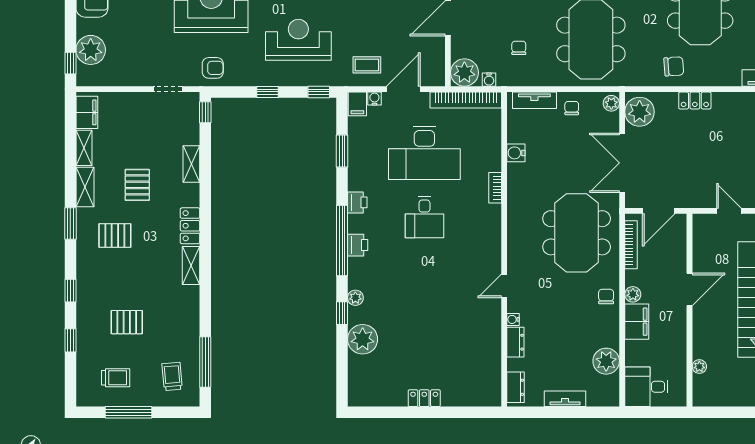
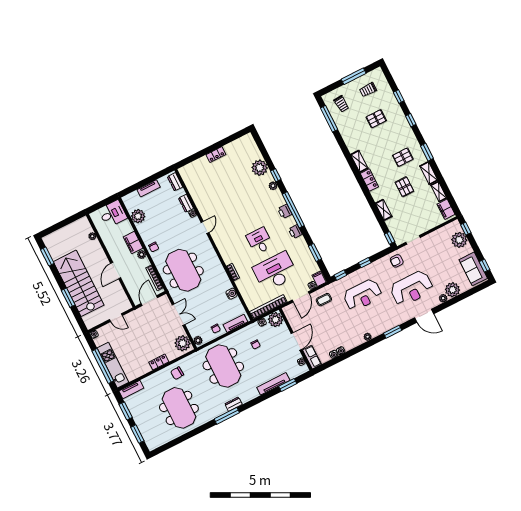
double door: (622, 163) -> (178, 315), width x0.73

